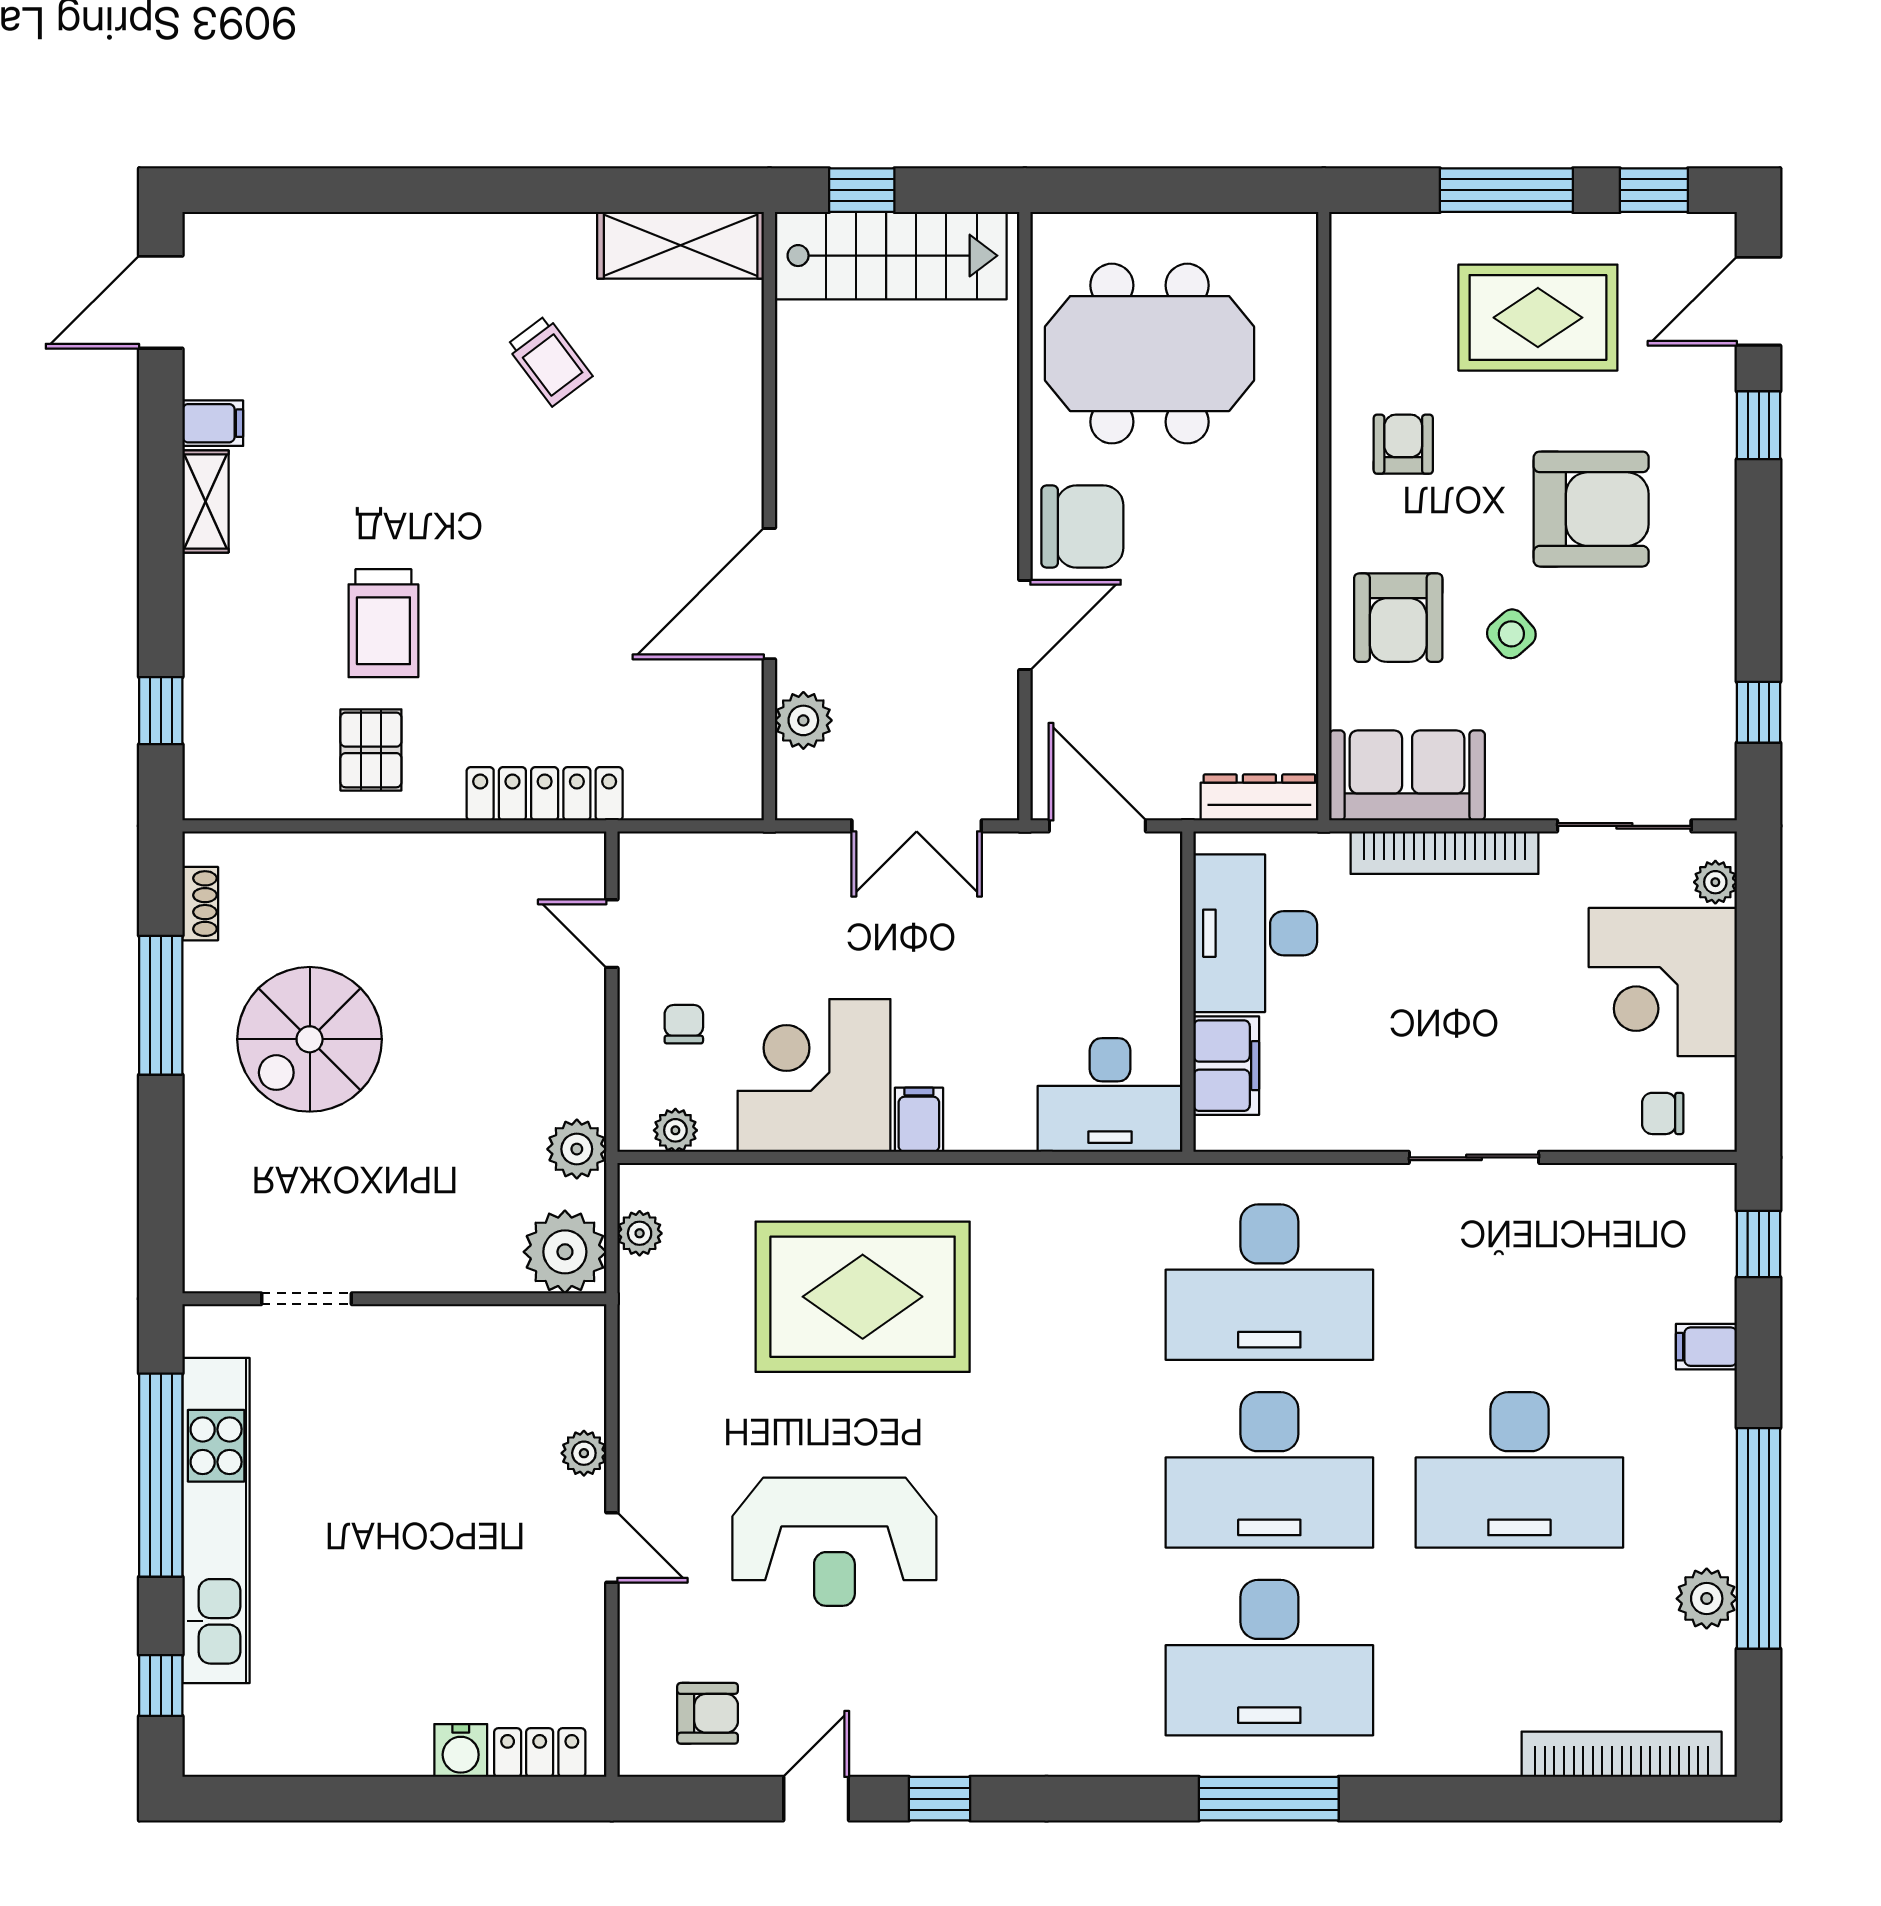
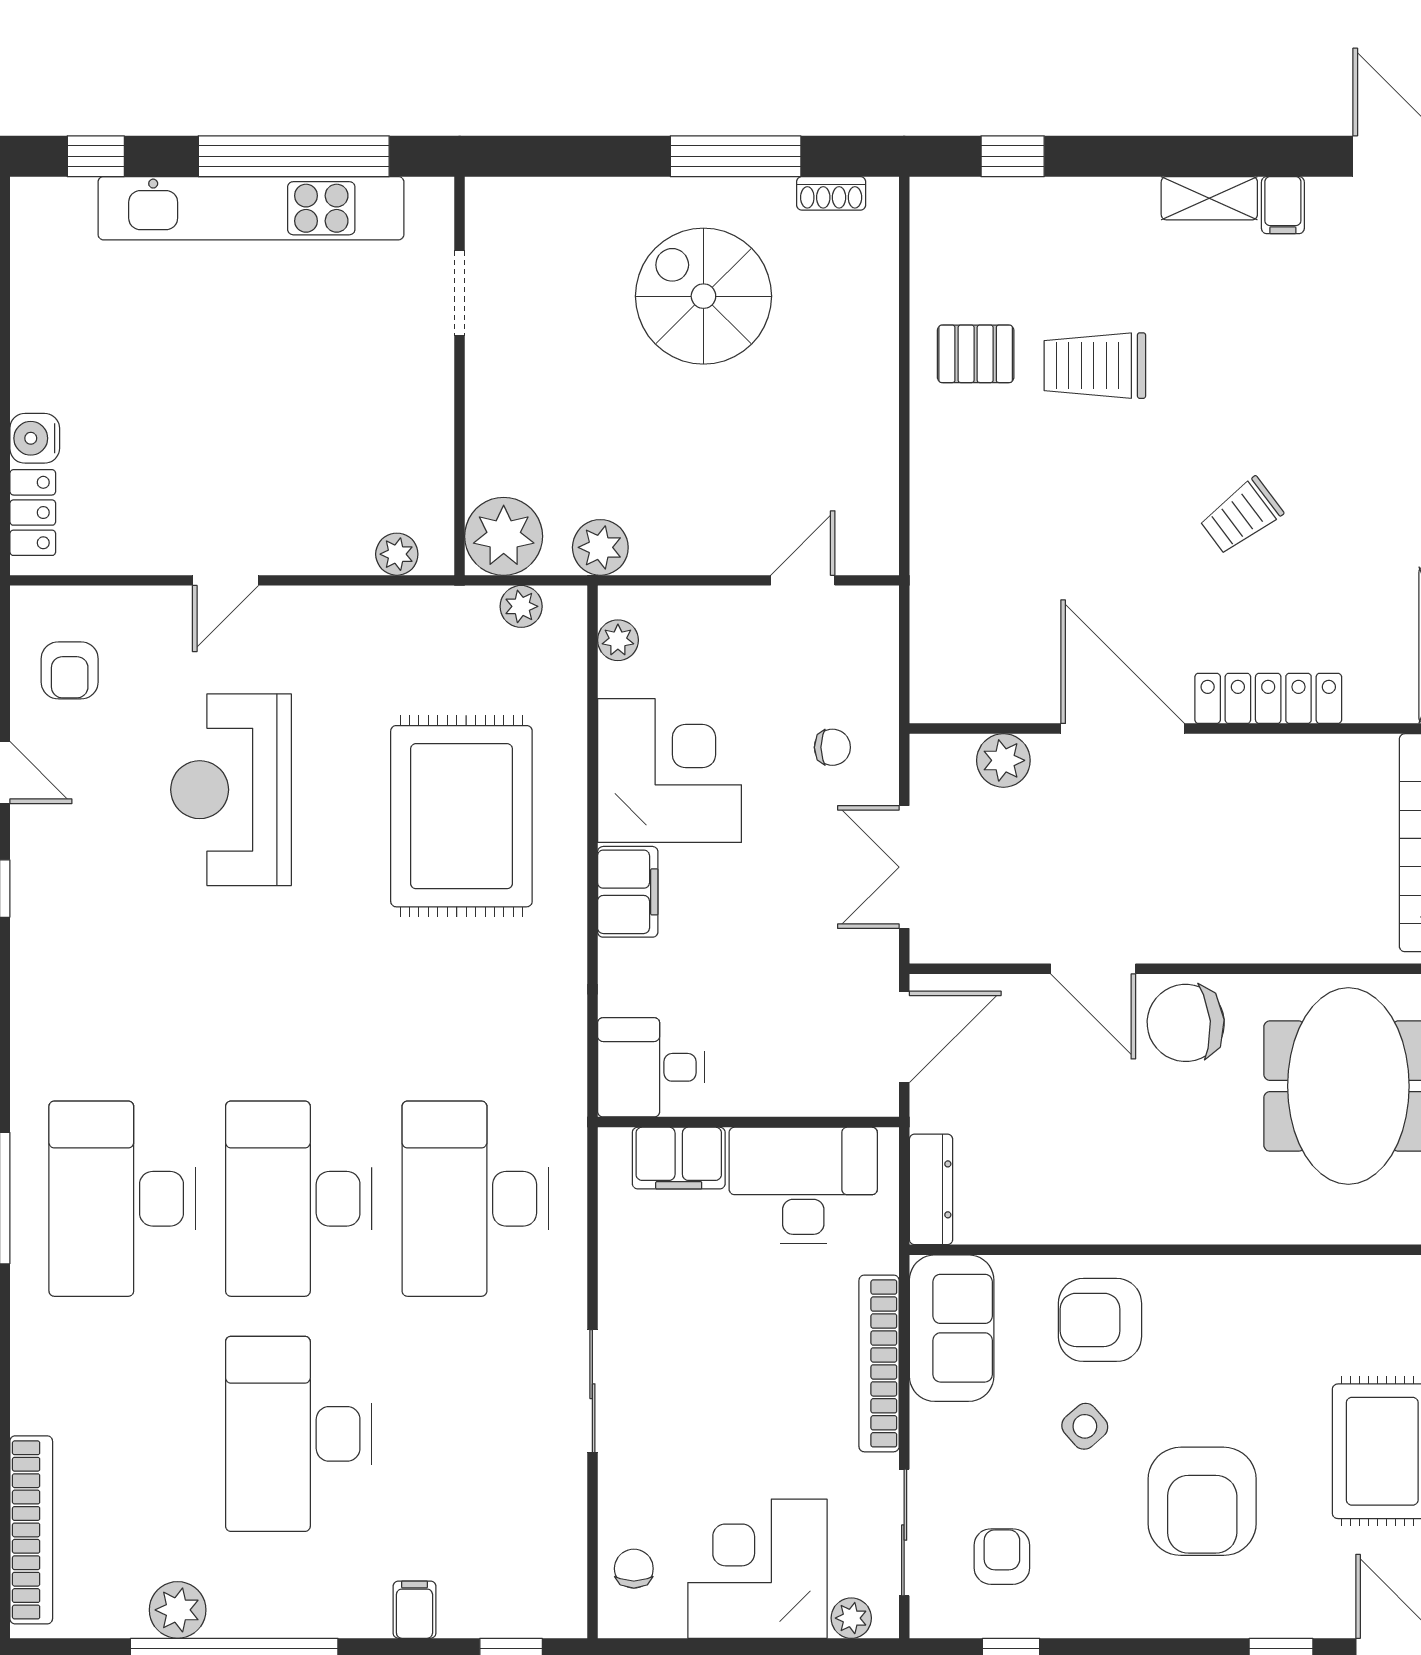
trolley: (549, 361) -> (1241, 516), moved
armchair: (1403, 444) -> (1002, 1557), moved, turned -90
chair: (1082, 527) -> (1186, 1023), turned 85
locker: (545, 794) -> (1268, 698), moved, turned -90
chair: (684, 1024) -> (832, 747), moved
desk: (1110, 1095) -> (651, 1067), width x0.73
filing cabinet: (919, 1120) -> (628, 892), width x2.00
plant: (584, 1453) -> (397, 554), moved

